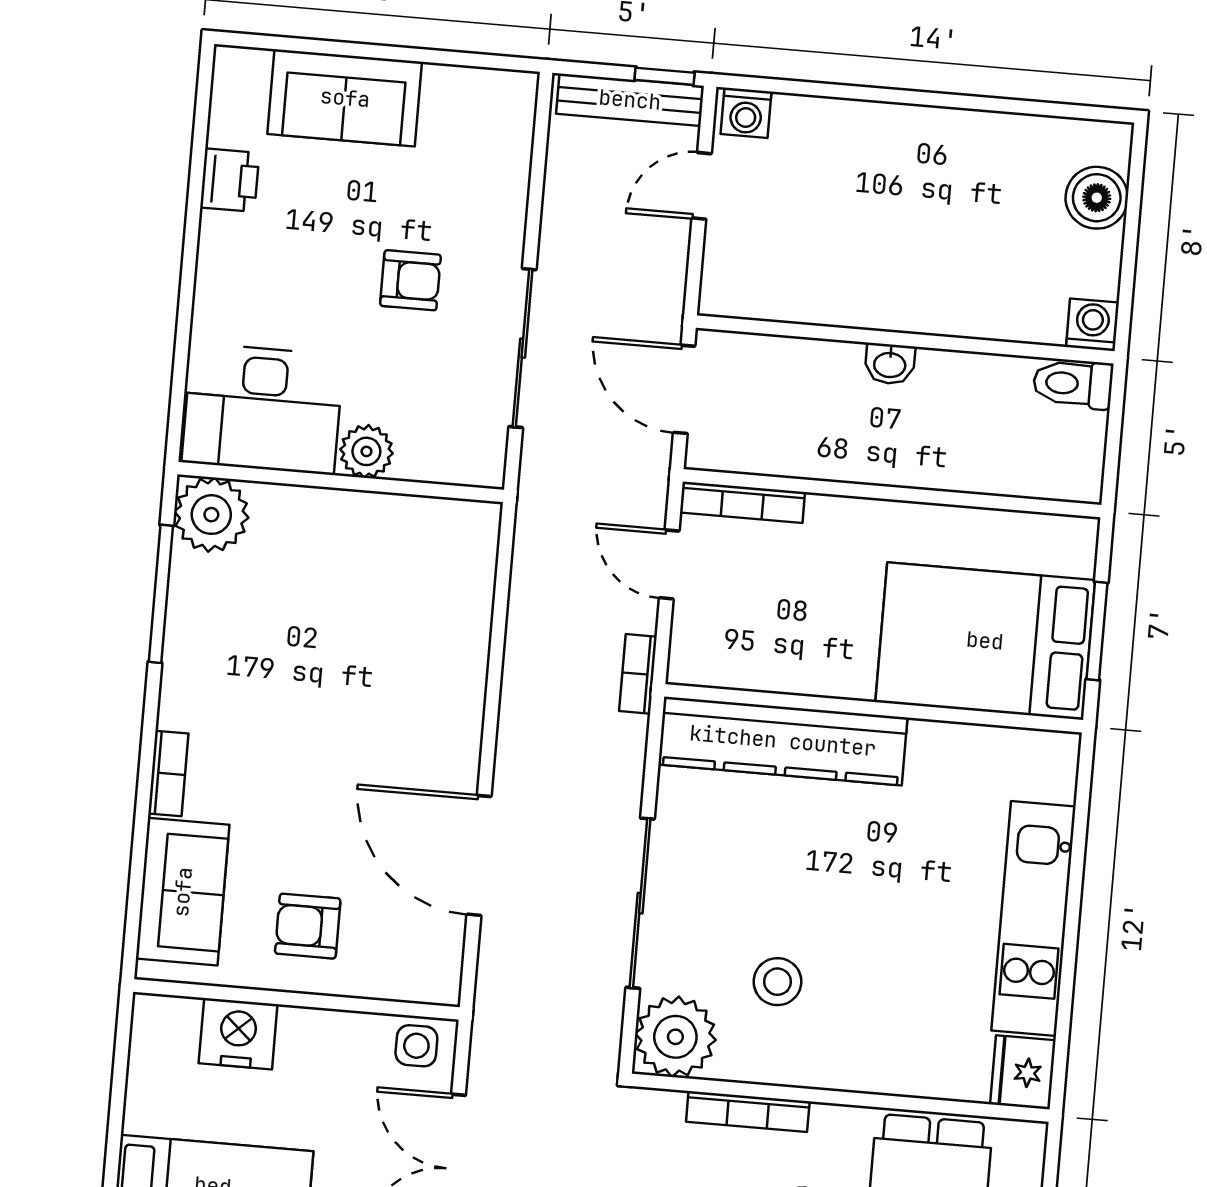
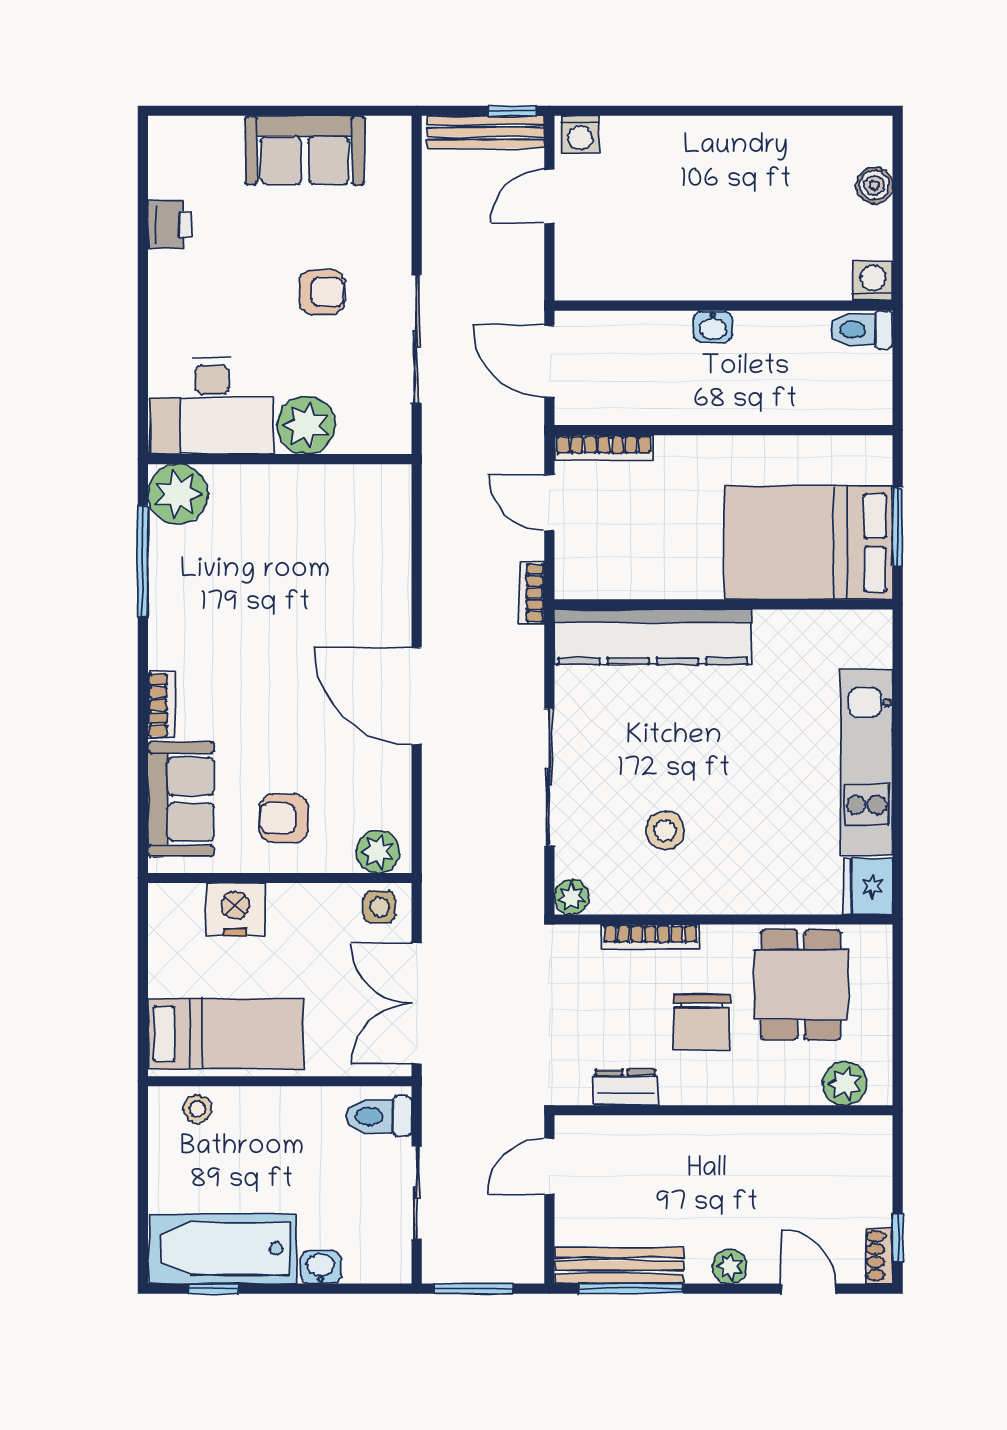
sofa: (345, 98) -> (305, 150), moved
boiler: (1097, 198) -> (874, 185), width x0.73, depth x0.73
plant: (366, 451) -> (306, 425), width x1.36, depth x1.36
door: (479, 855) -> (417, 696), moved
plant: (421, 977) -> (378, 852), added
plant: (675, 1037) -> (572, 897), width x0.53, depth x0.53

